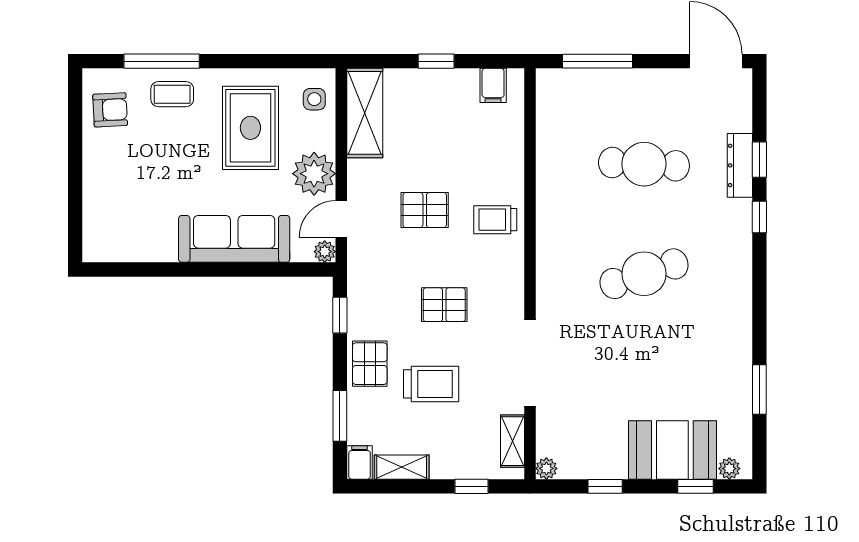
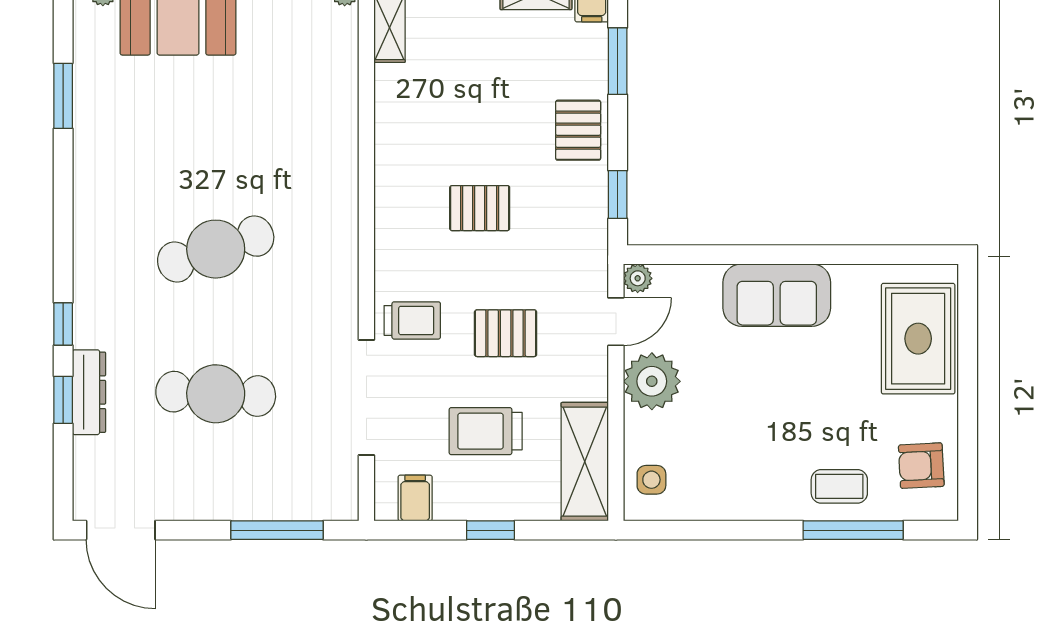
rug: (250, 128) -> (918, 339), moved
sofa: (234, 239) -> (777, 295), width x0.73
doorway: (530, 363) -> (366, 397), moved
trolley: (431, 384) -> (486, 431), moved

